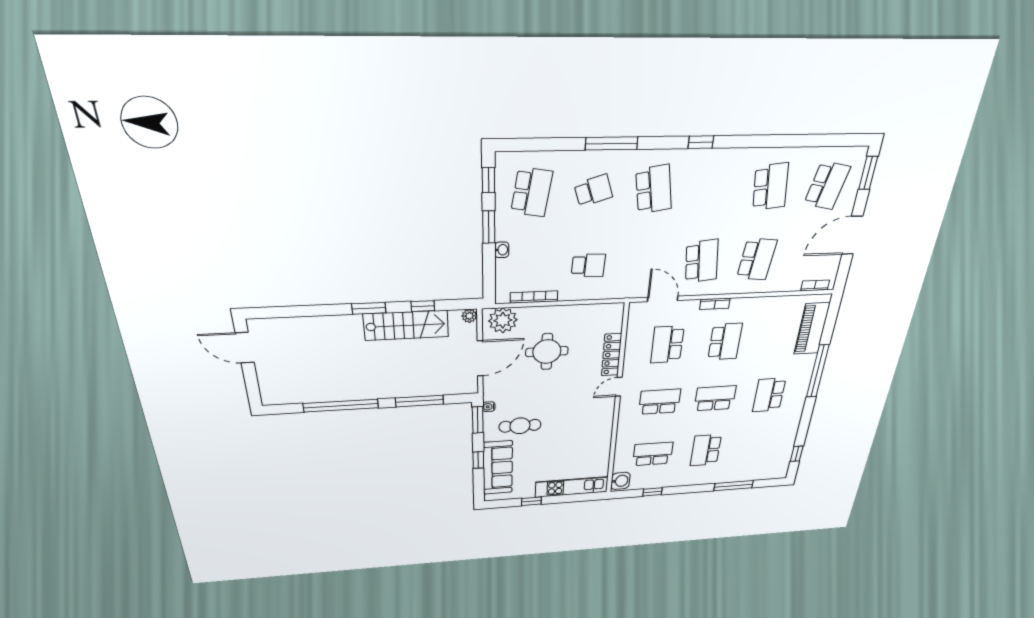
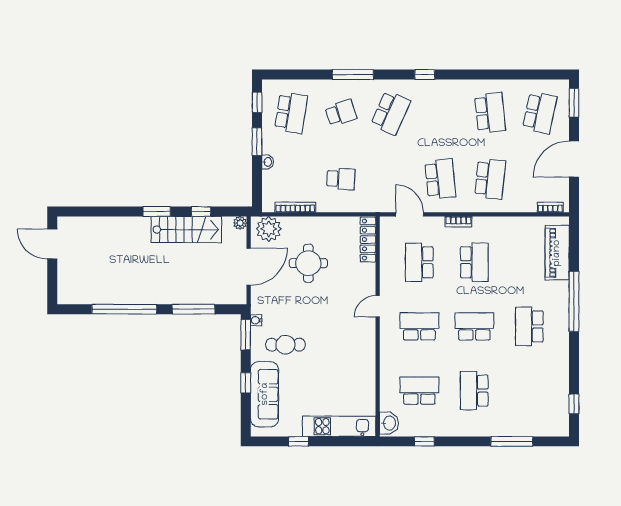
school desk: (654, 189) -> (391, 113), turned 33
locker: (612, 355) -> (368, 240), moved

